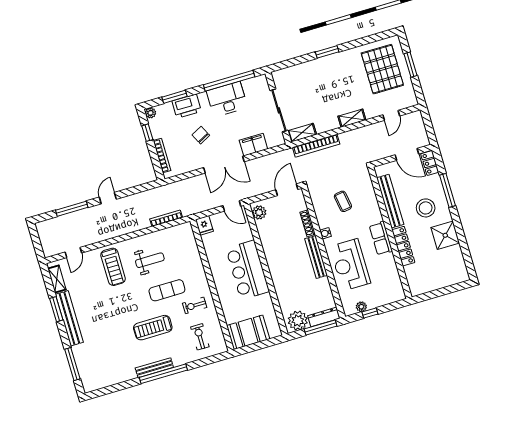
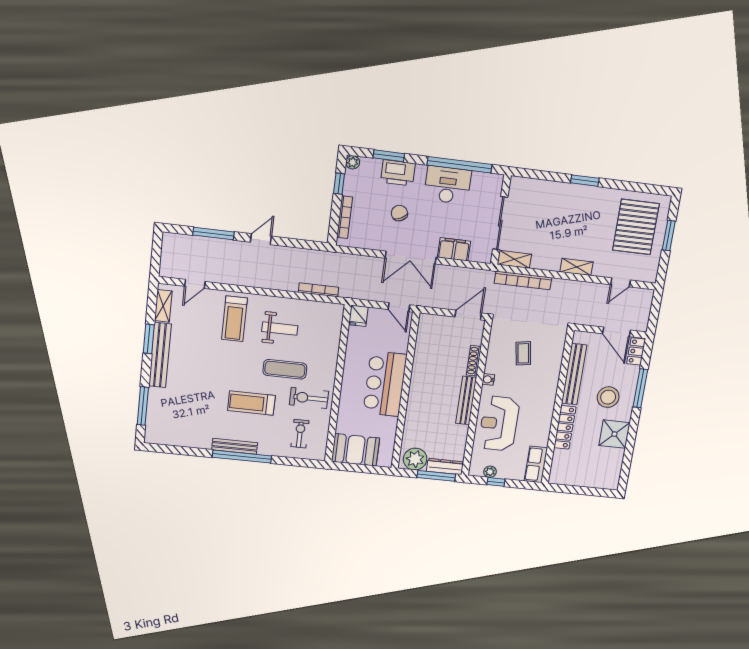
plant: (259, 212) -> (426, 327), removed
row of seats: (381, 238) -> (536, 464), moved
exercise bike: (195, 305) -> (309, 398), width x1.38, depth x1.39

